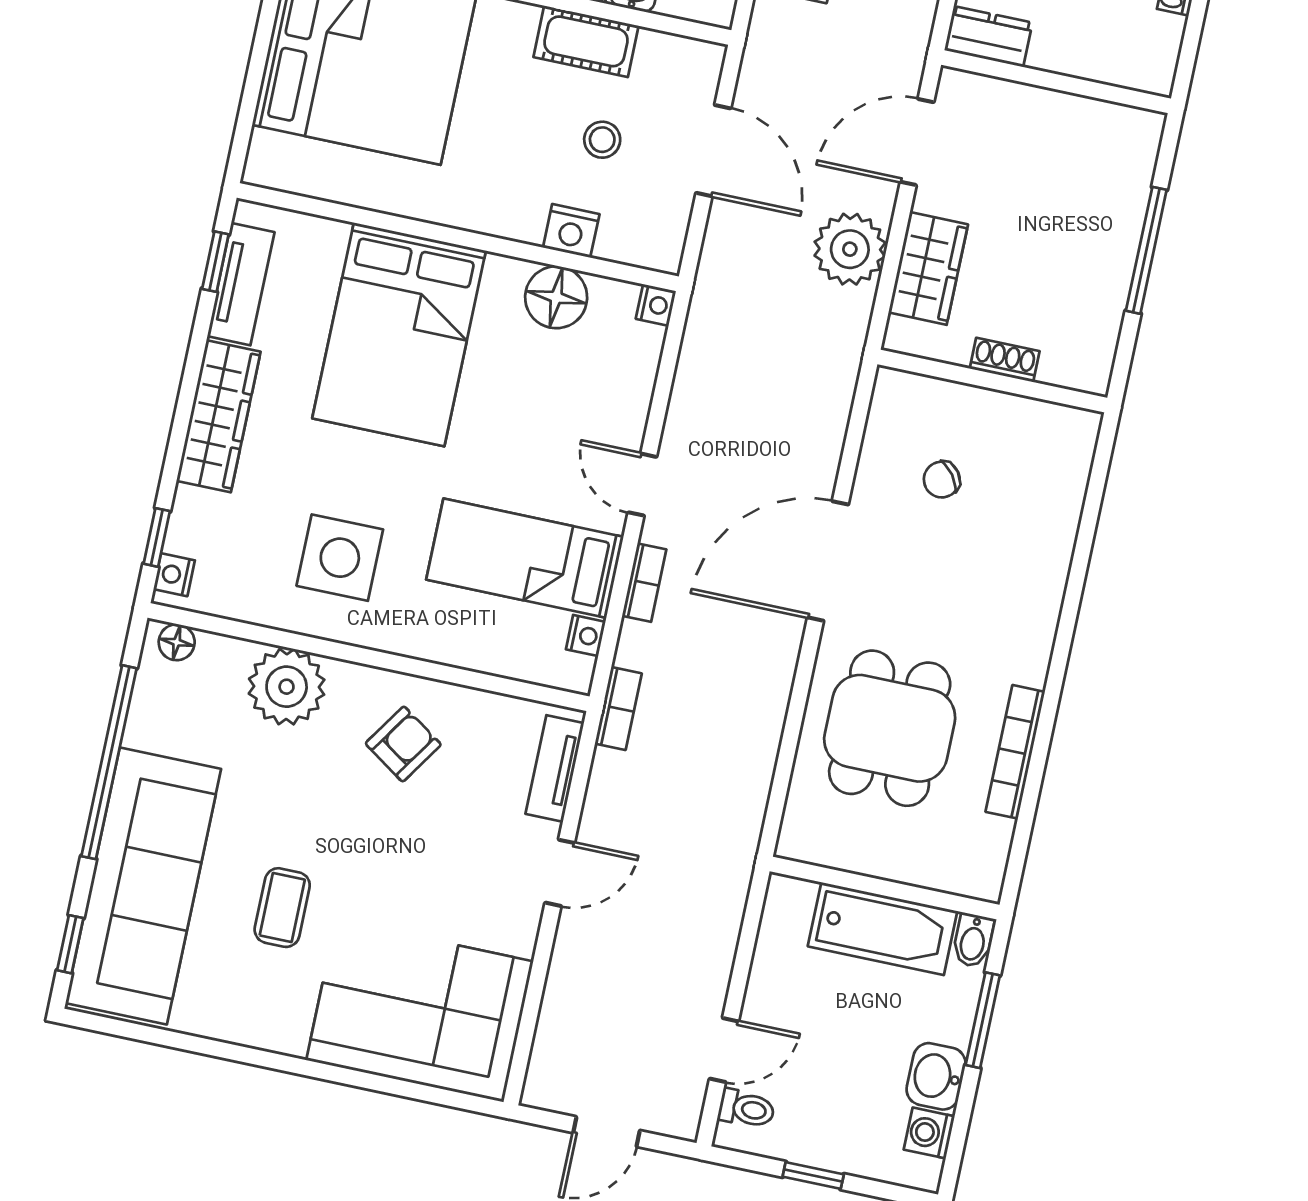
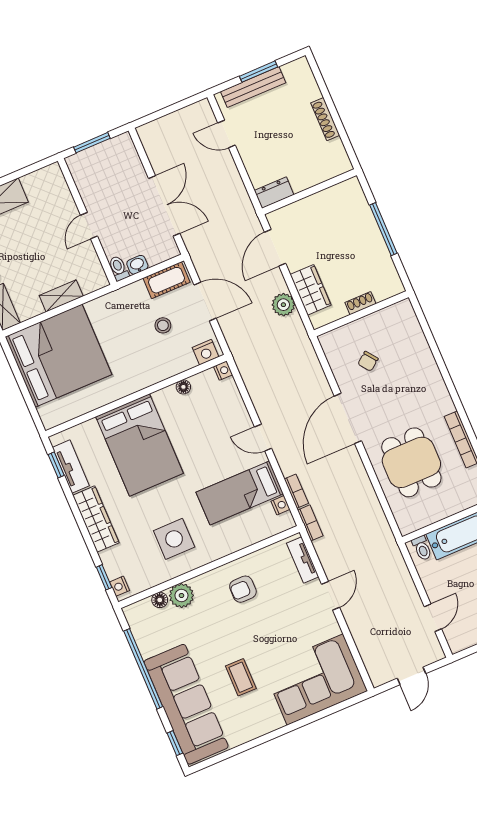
cot: (586, 41) -> (167, 280), moved
nightstand: (571, 231) -> (206, 352), moved
plant: (850, 249) -> (283, 305), width x0.73, depth x0.73
floor lamp: (556, 297) -> (183, 387), width x0.53, depth x0.53
bookcase: (644, 583) -> (296, 491), moved
floor lamp: (177, 642) -> (160, 600), moved
plant: (287, 687) -> (181, 596), width x0.73, depth x0.73
armchair: (403, 744) -> (243, 589), turned -124
toilet: (747, 1109) -> (422, 548), moved, turned 90

